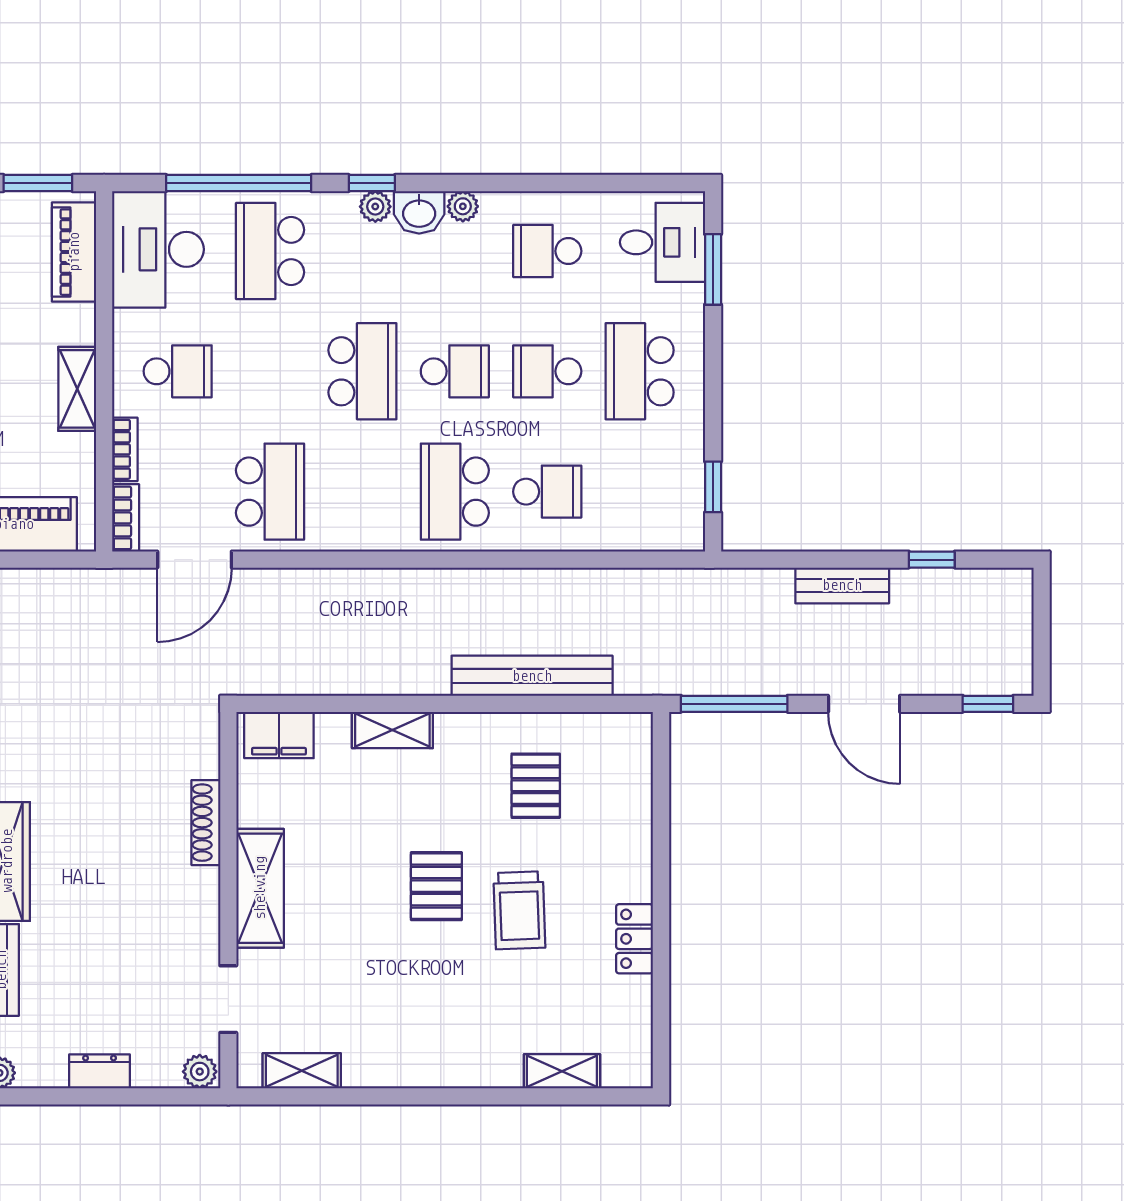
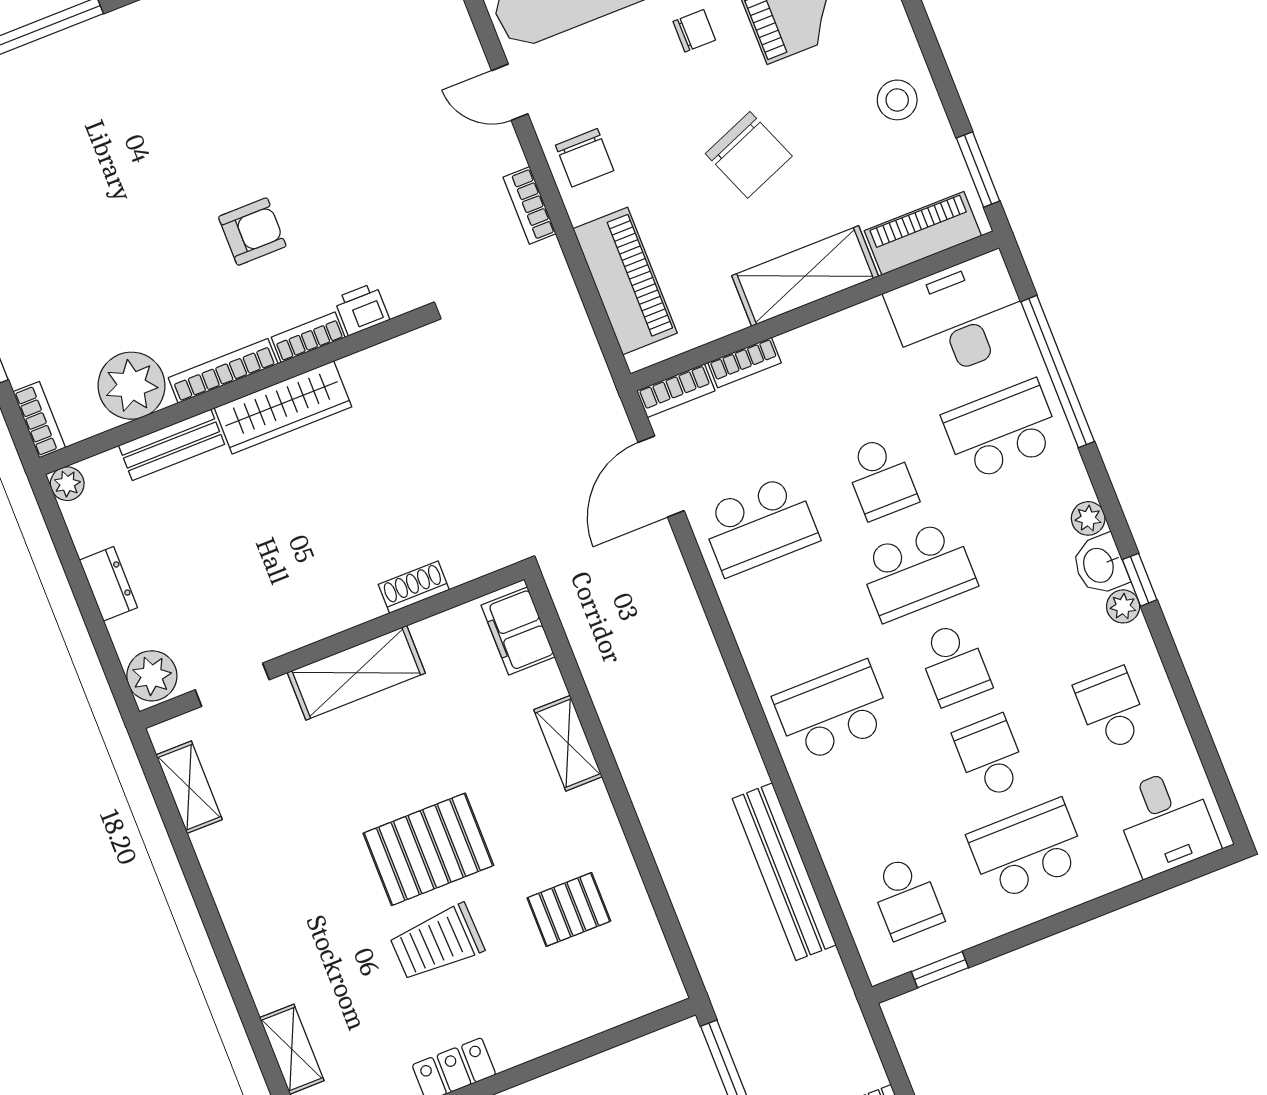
window: (372, 183) -> (1140, 580), moved
window: (713, 269) -> (1159, 883), removed
school desk: (178, 371) -> (881, 478), moved
shelving: (77, 389) -> (805, 276), width x1.50, depth x1.33
school desk: (547, 492) -> (906, 897), moved
door: (195, 560) -> (661, 477), hinge flipped
bench: (532, 676) -> (784, 872), moved
shoe rack: (206, 823) -> (414, 587), width x0.70
pallet: (436, 886) -> (428, 849), width x1.50, depth x1.42
plant: (200, 1072) -> (152, 676), width x1.38, depth x1.38

